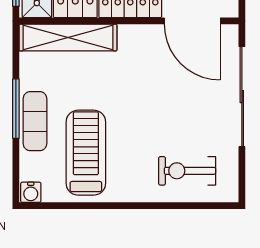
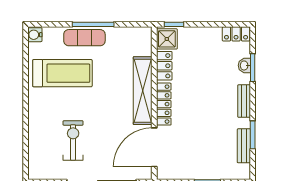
shelving: (68, 38) -> (143, 91), moved
exercise bike: (187, 171) -> (73, 140), moved

